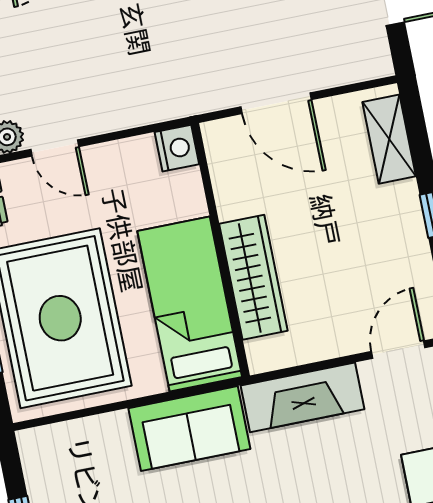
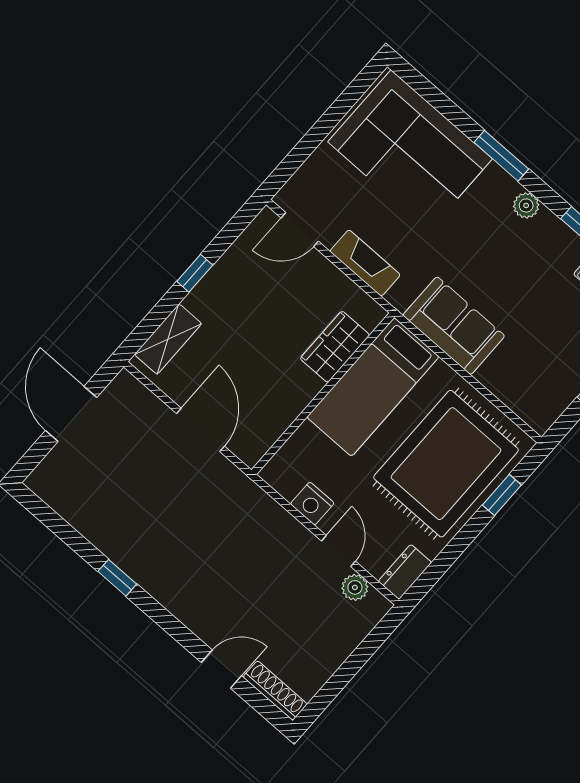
nightstand: (177, 148) -> (312, 504), moved, turned -90
wardrobe: (253, 277) -> (335, 347), width x0.67
fireplace: (303, 397) -> (365, 263), width x0.73, depth x0.76

